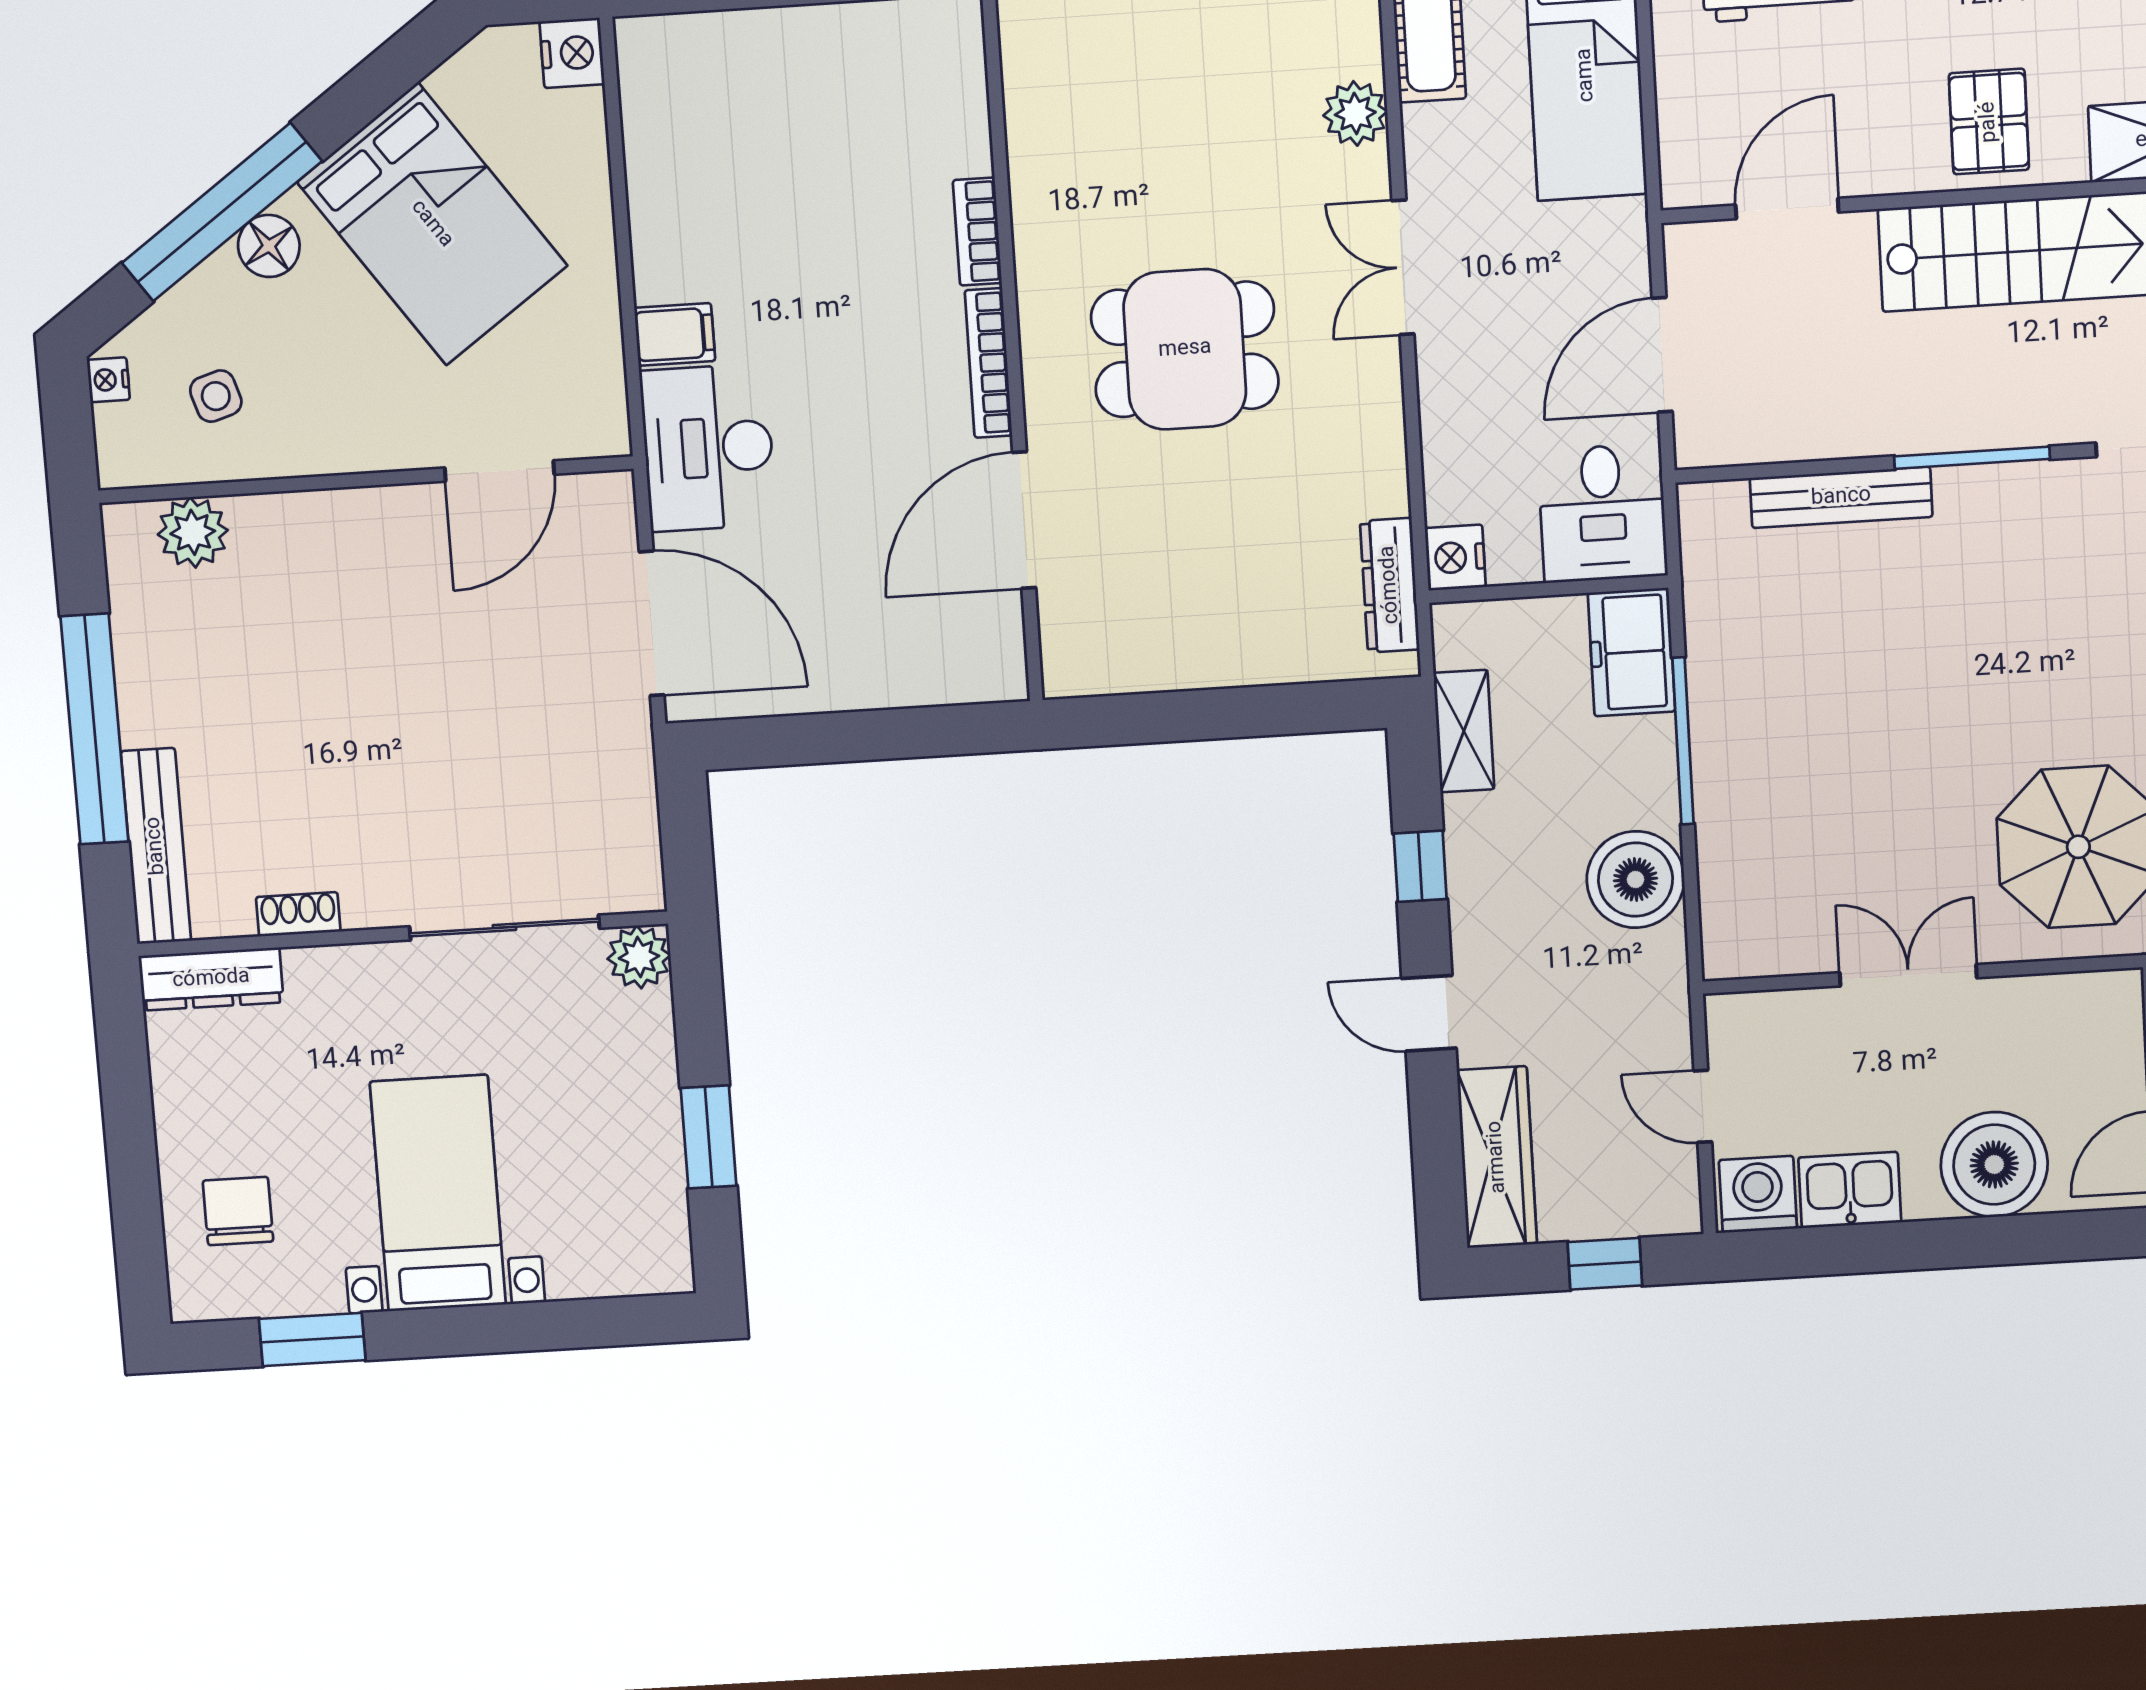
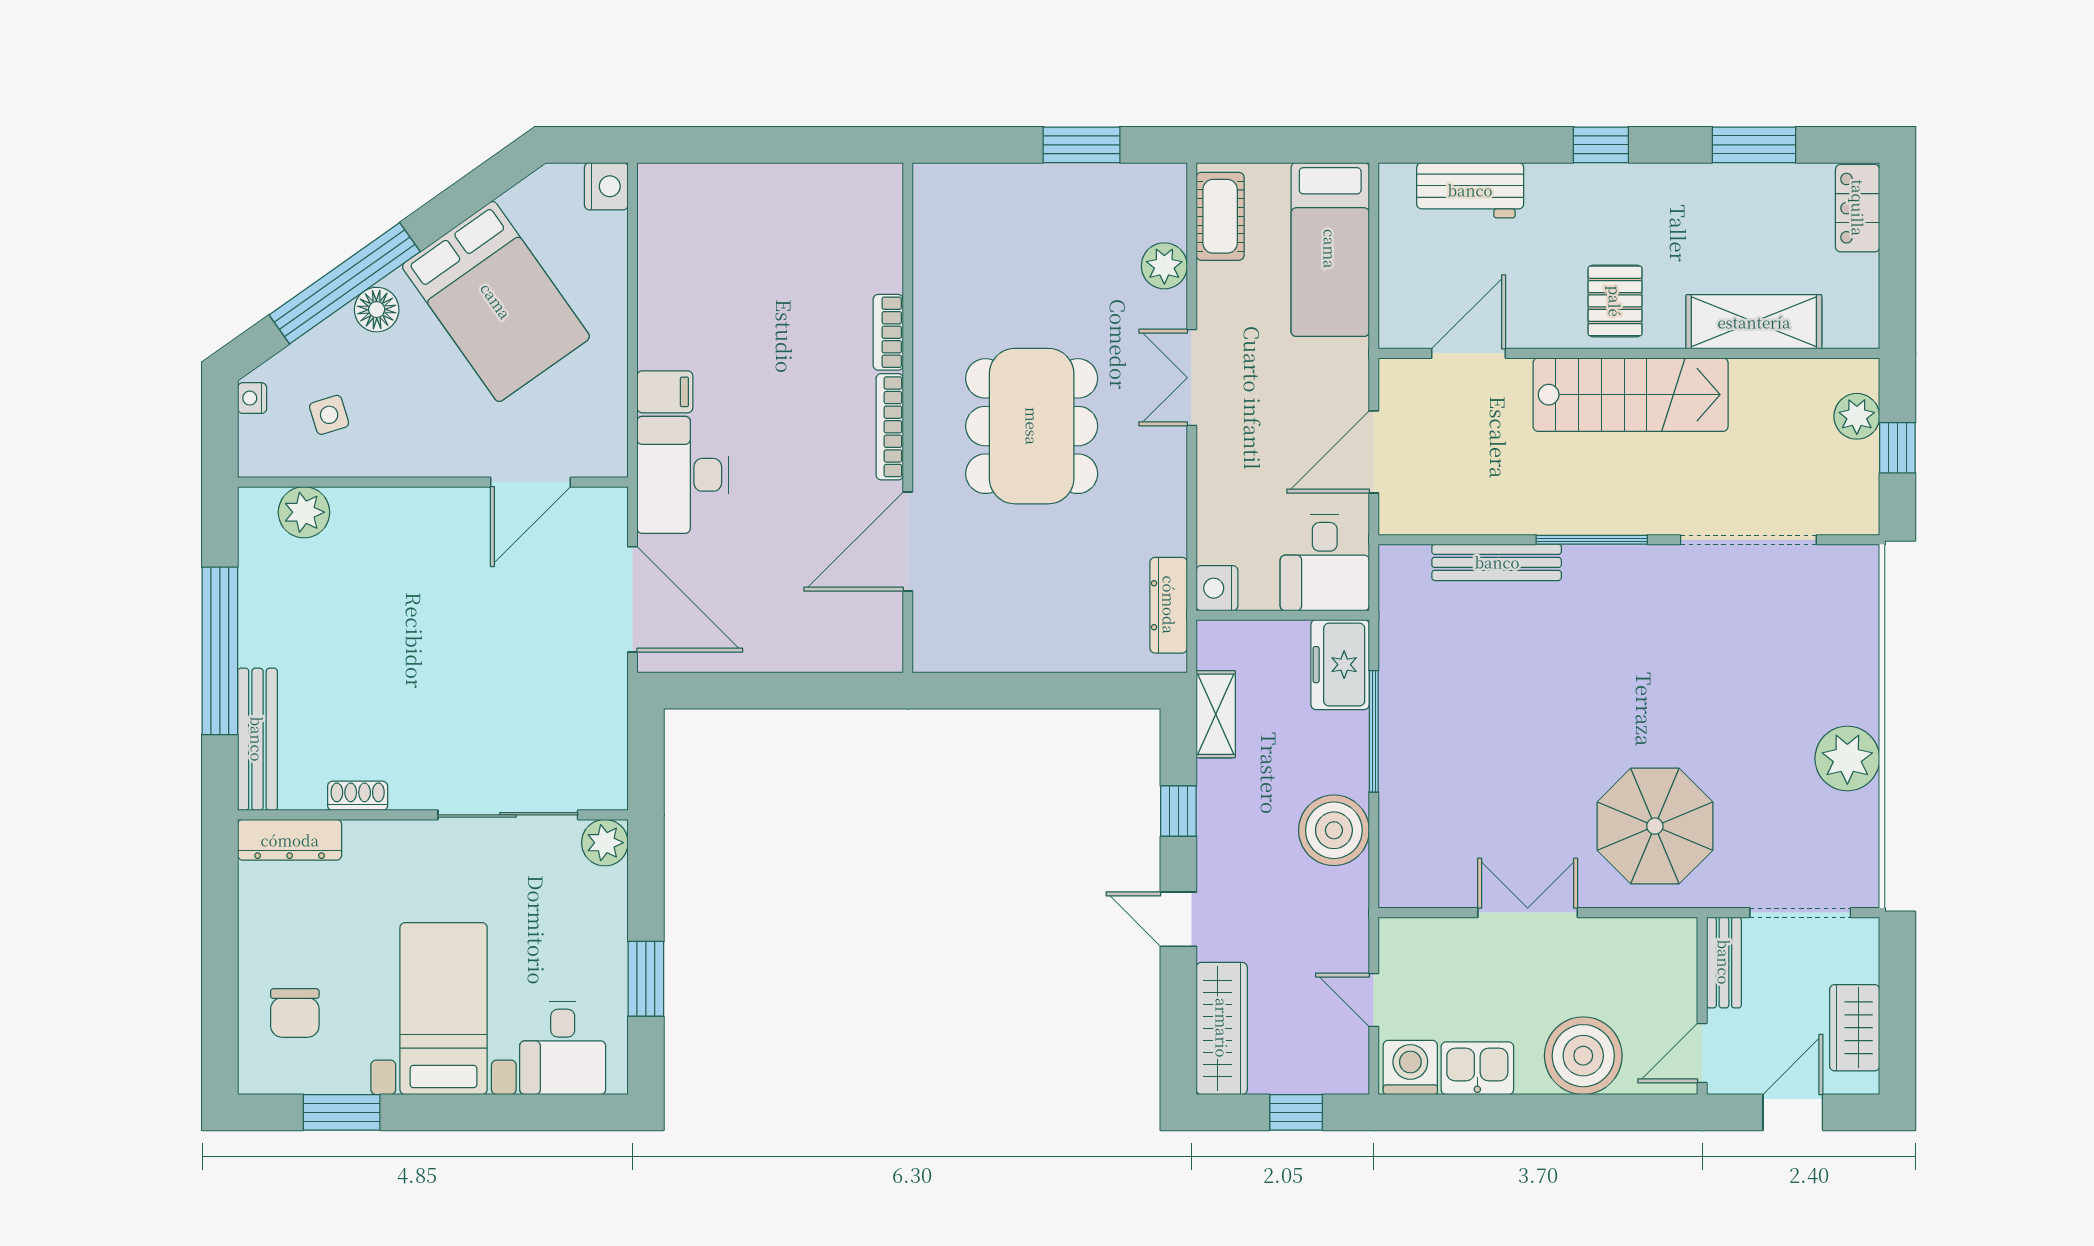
dining table: (1185, 349) -> (1032, 426), width x1.38
chair: (238, 1211) -> (295, 1013), turned 180
desk: (603, 1237) -> (563, 1048), added

